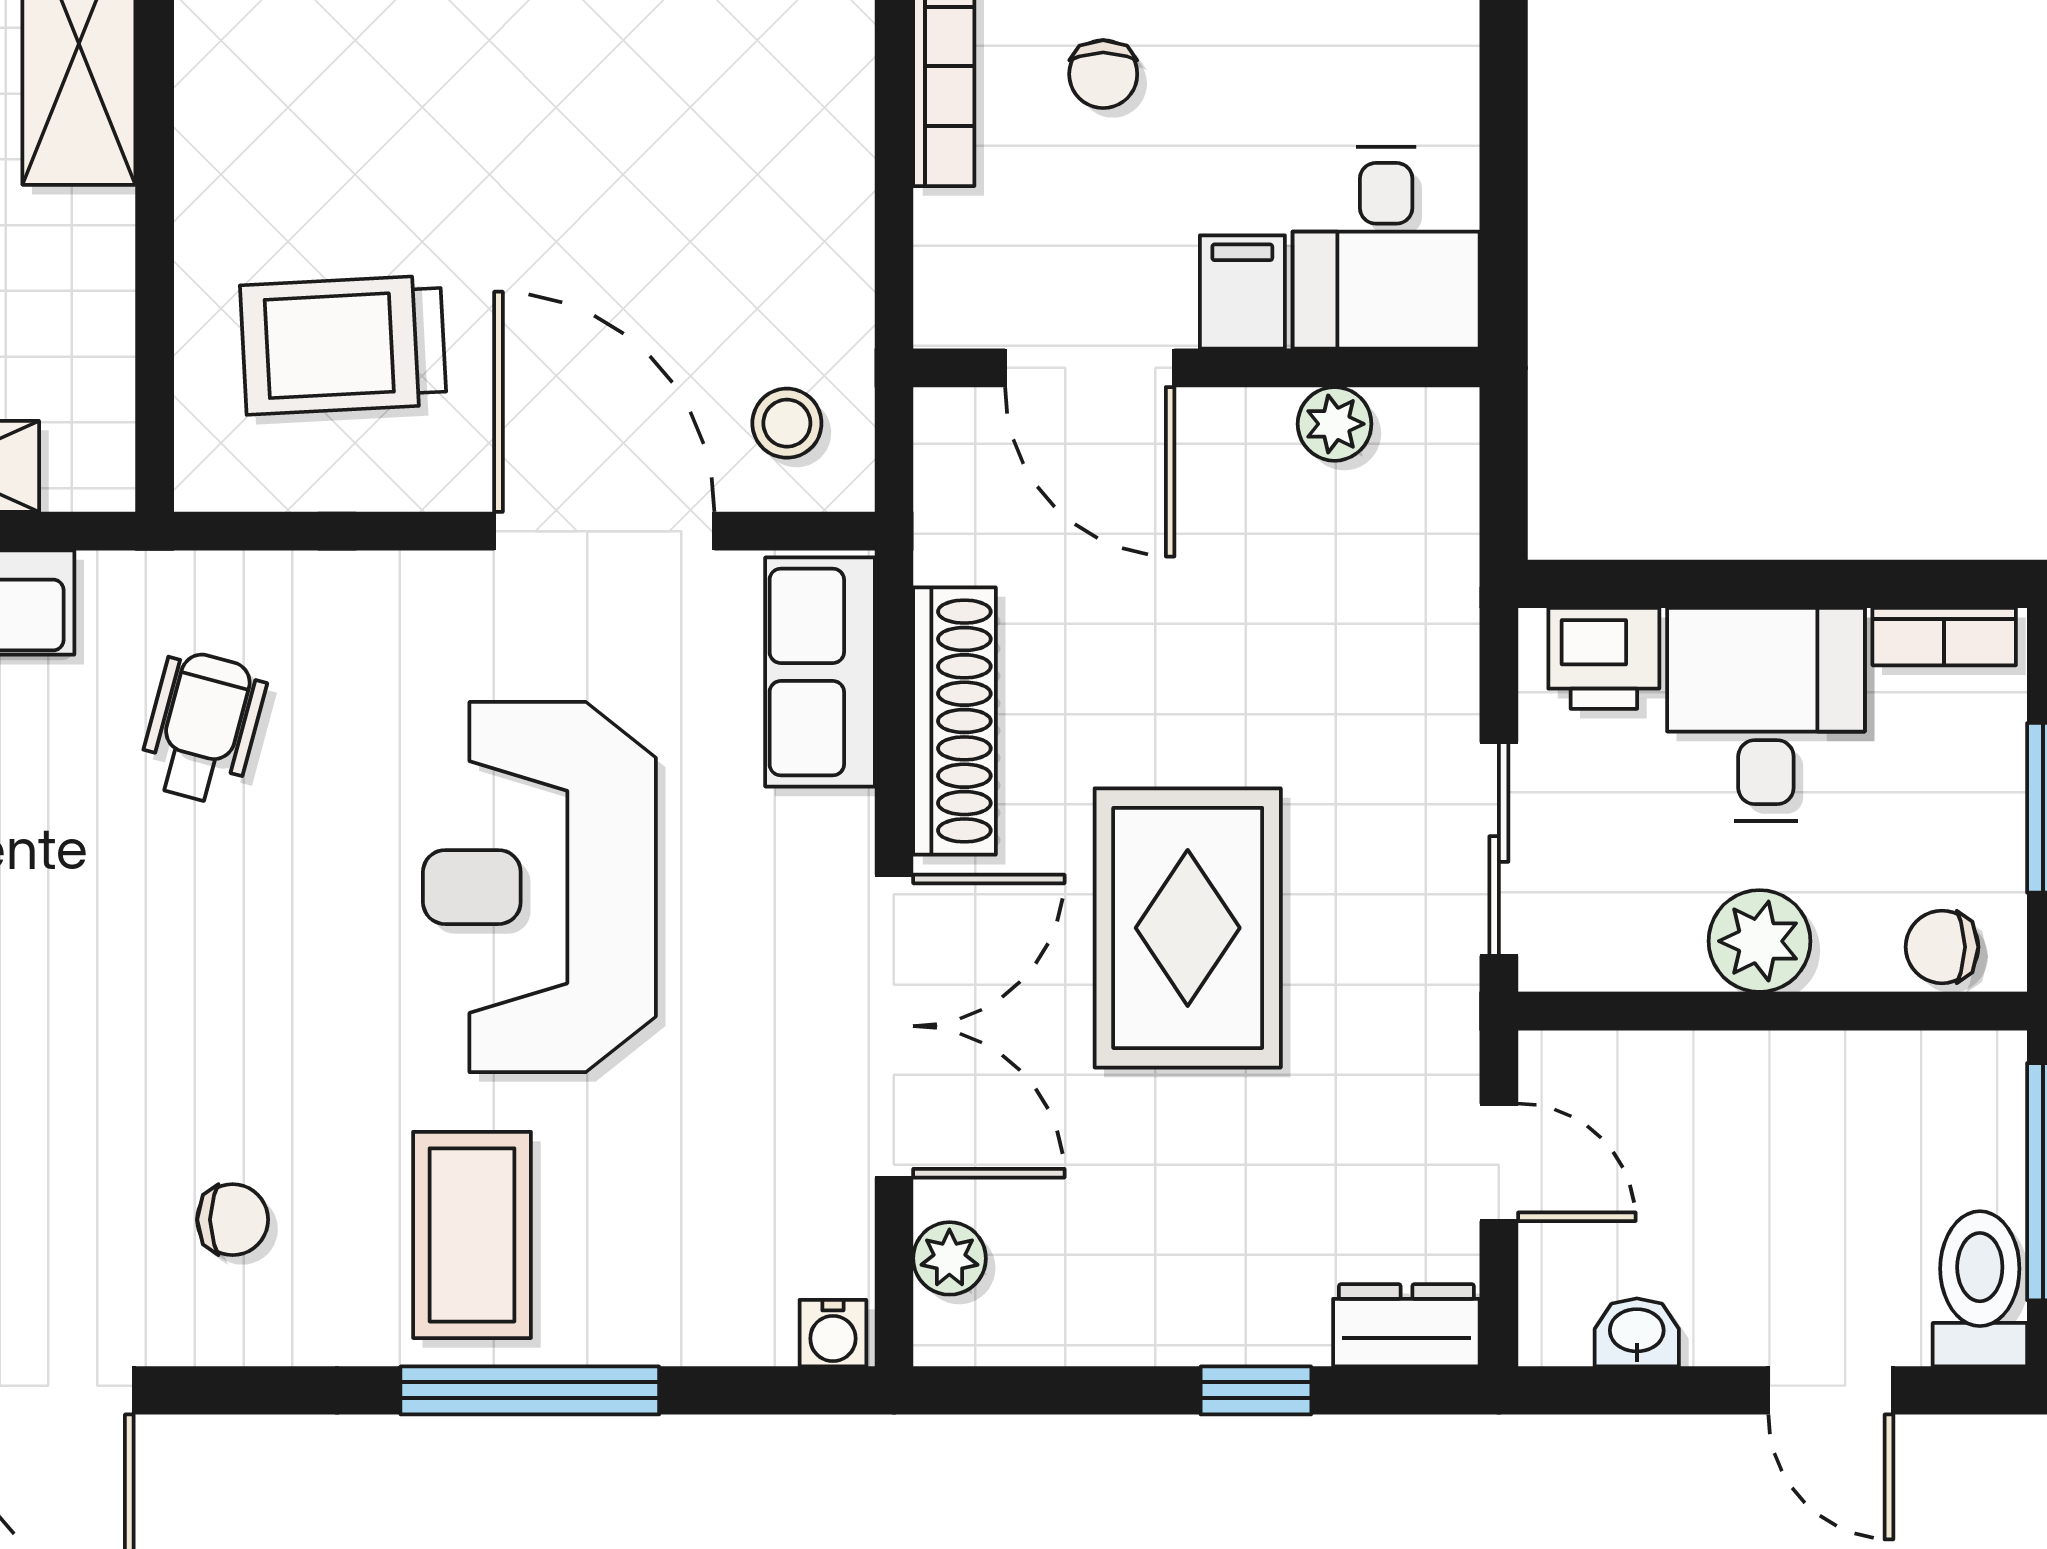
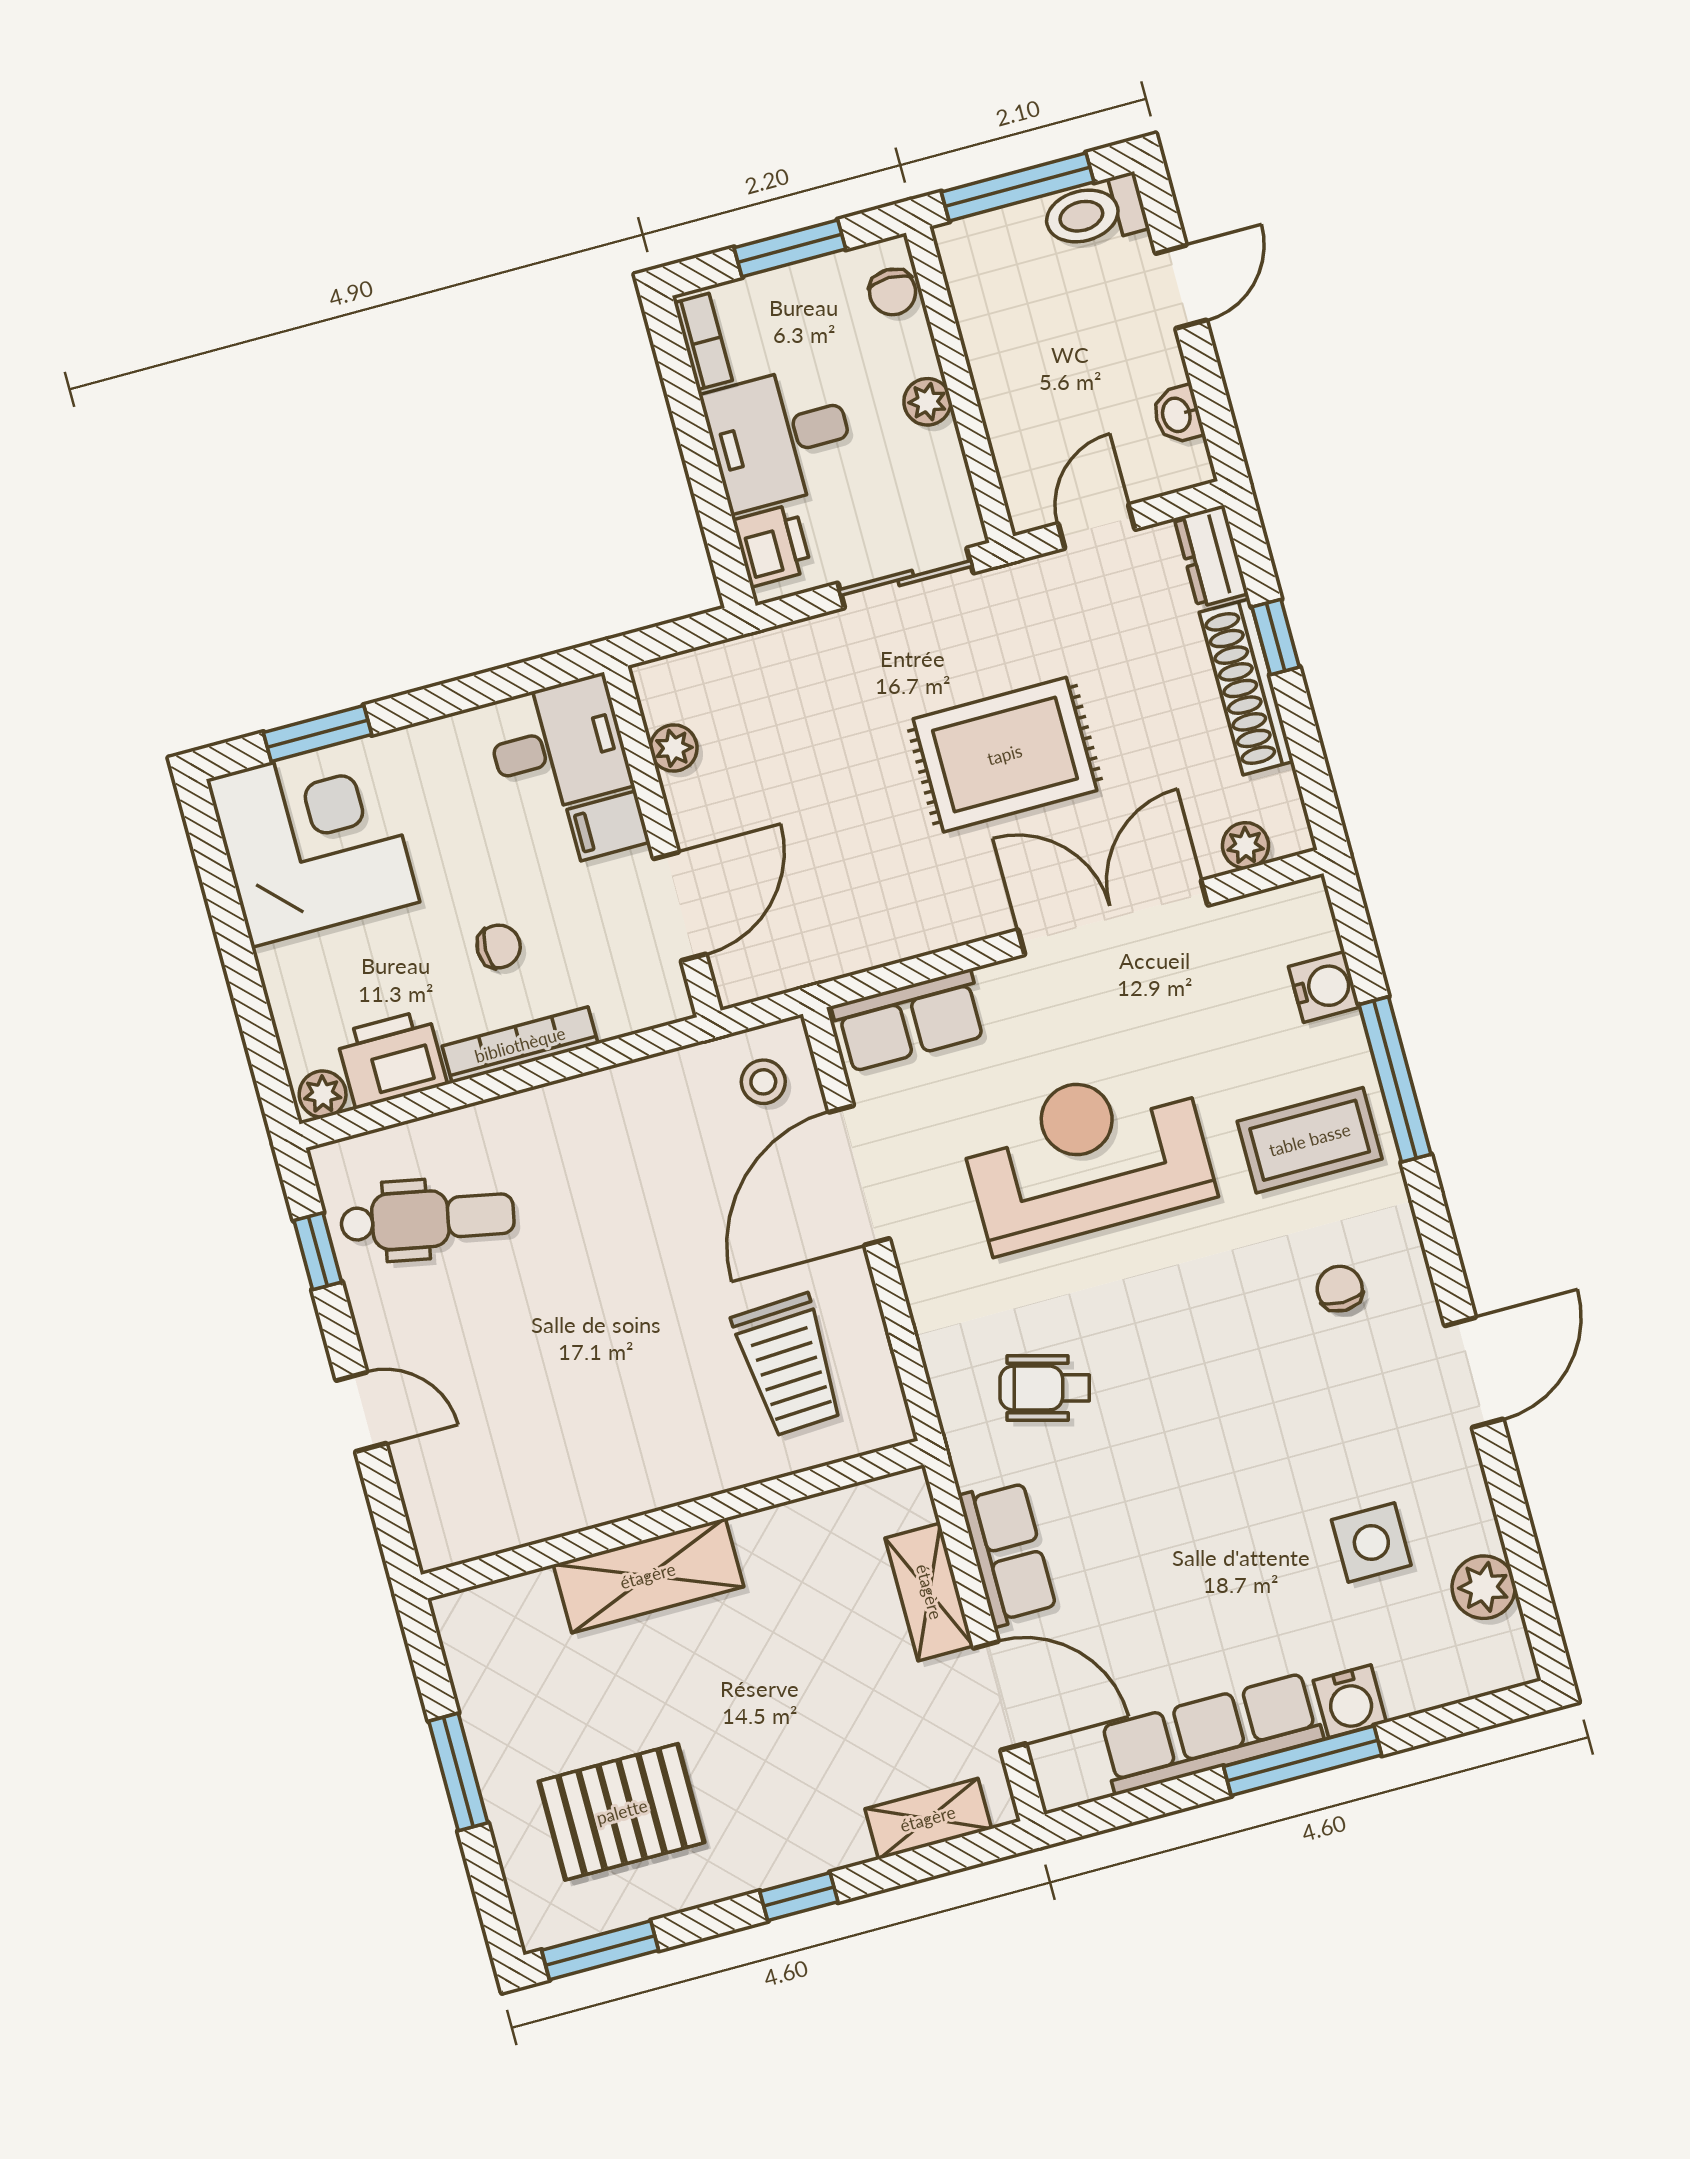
shoe rack: (954, 721) -> (1246, 687), moved, turned -90
reception desk: (539, 887) -> (1087, 1156), turned 180
plant: (1760, 941) -> (927, 402), width x0.73, depth x0.73
water cooler: (833, 1333) -> (1324, 987), moved, width x1.38, depth x1.38

